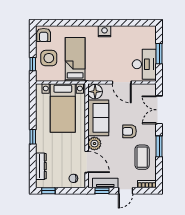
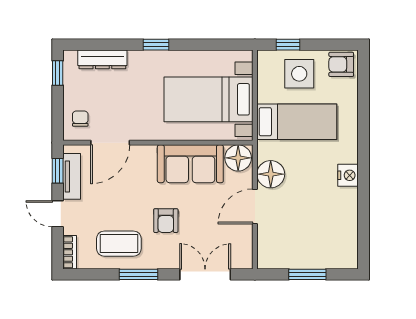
desk: (144, 64) -> (288, 248), removed
floor lamp: (104, 74) -> (271, 174), added
armchair: (129, 131) -> (166, 221), turned 180
plant: (94, 144) -> (144, 157), removed

